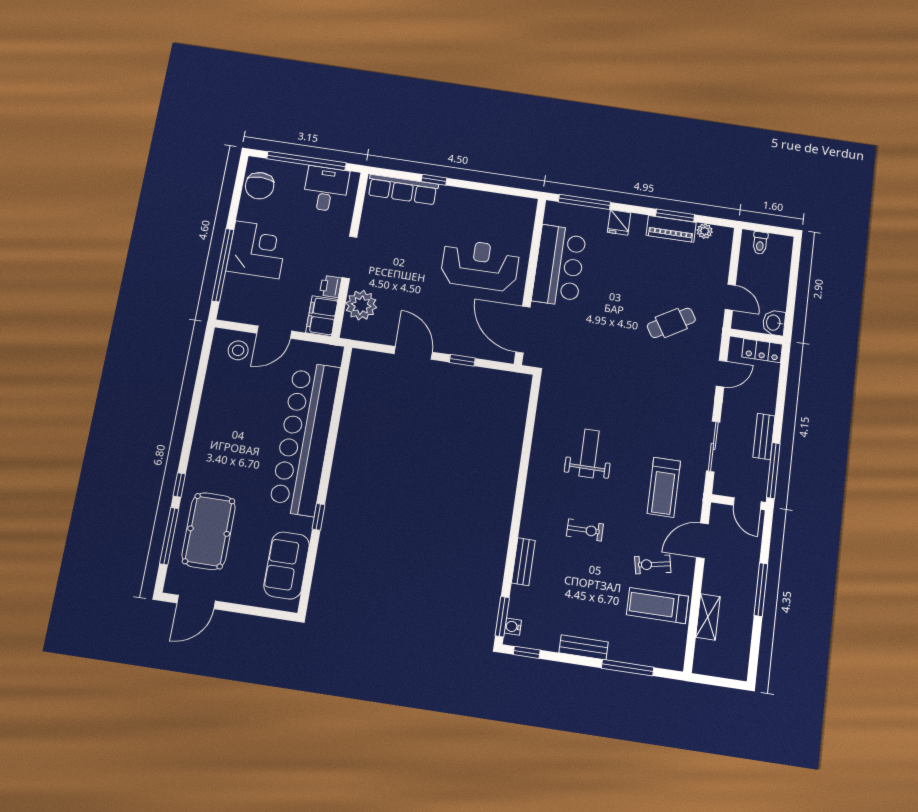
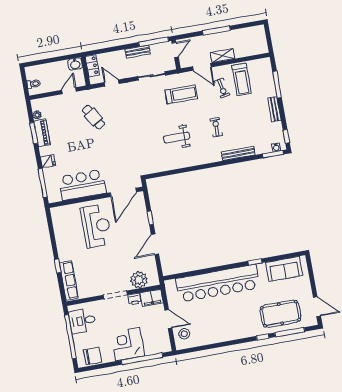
reception desk: (480, 265) -> (96, 226), turned 180
bench: (523, 562) -> (238, 153), width x1.36
shelving: (708, 617) -> (222, 56), moved

